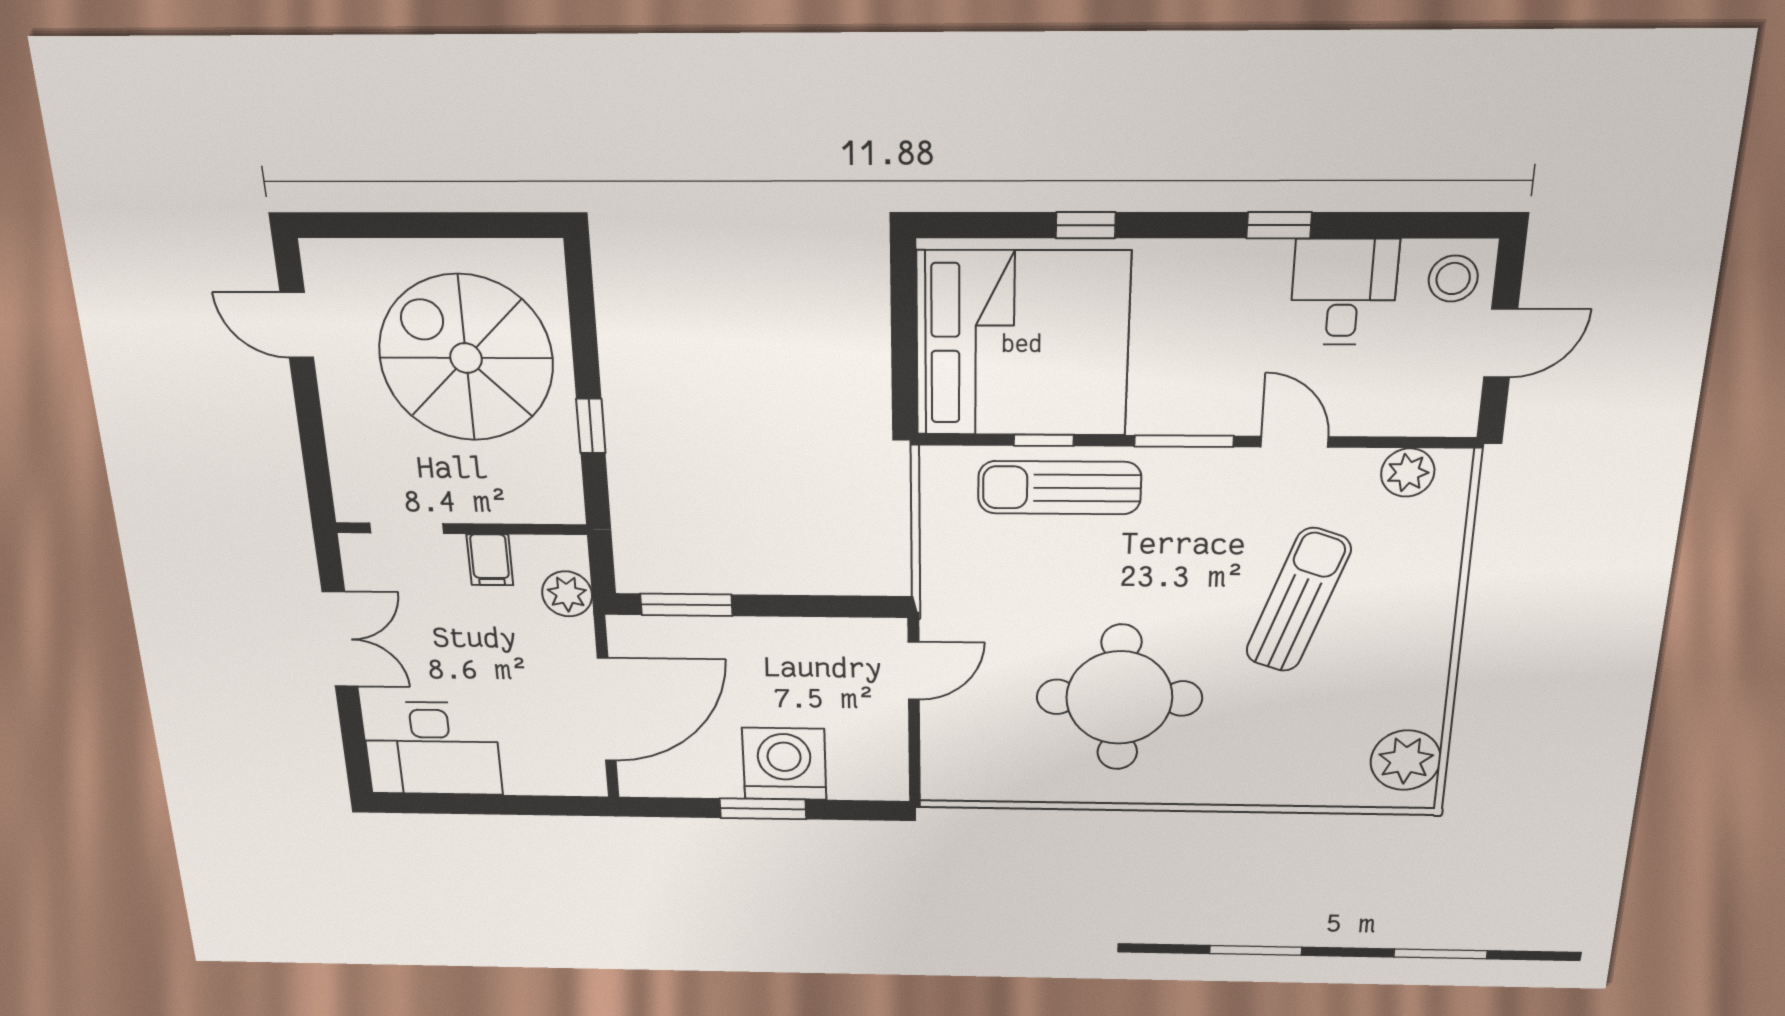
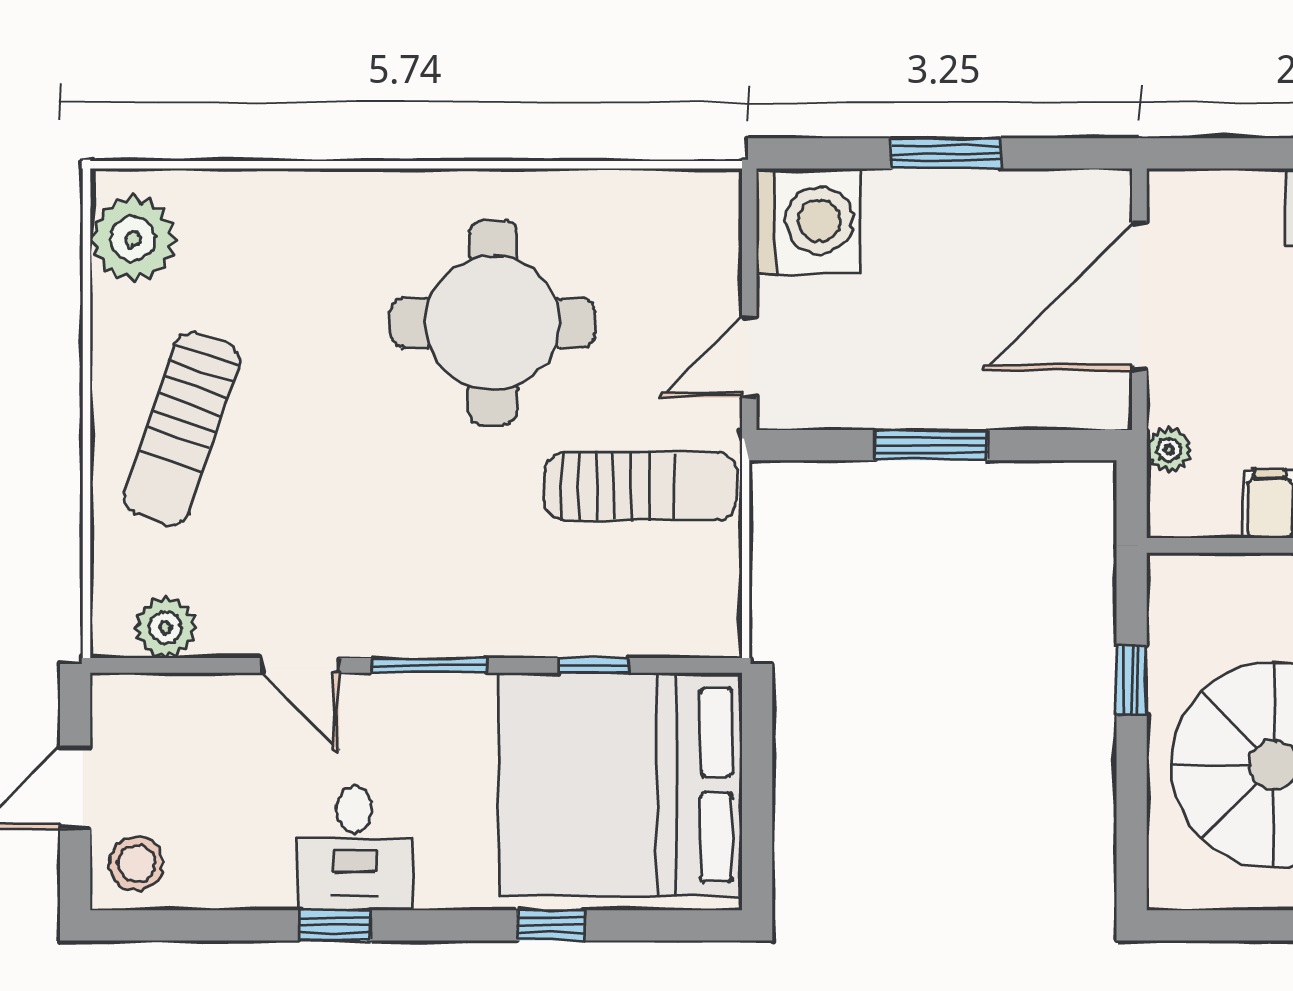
desk: (1344, 292) -> (354, 848), moved
sun lounger: (1060, 488) -> (640, 486), moved
plant: (567, 594) -> (1169, 450), width x0.73, depth x0.73
sun lounger: (1298, 600) -> (182, 429), moved
window: (686, 605) -> (931, 445), moved
washing machine: (784, 764) -> (809, 221), moved, turned -90

